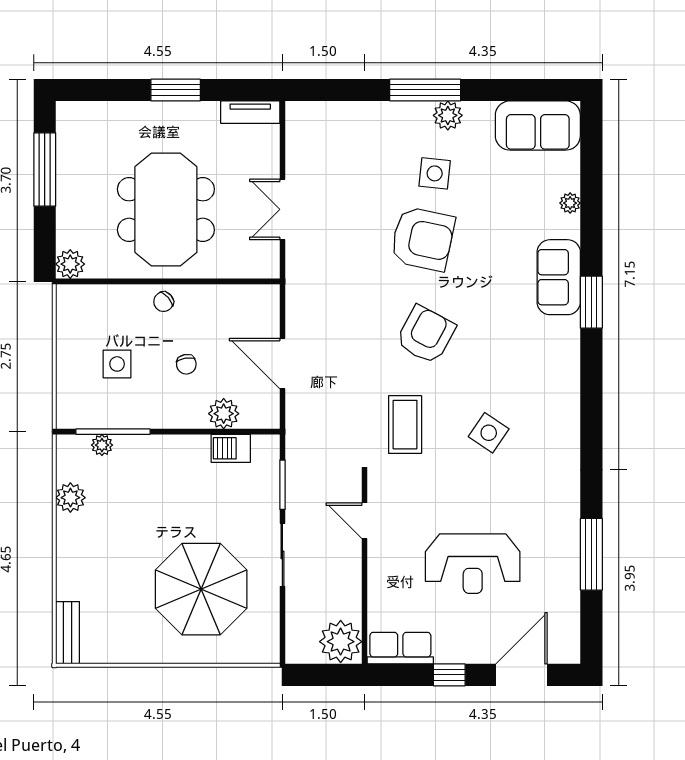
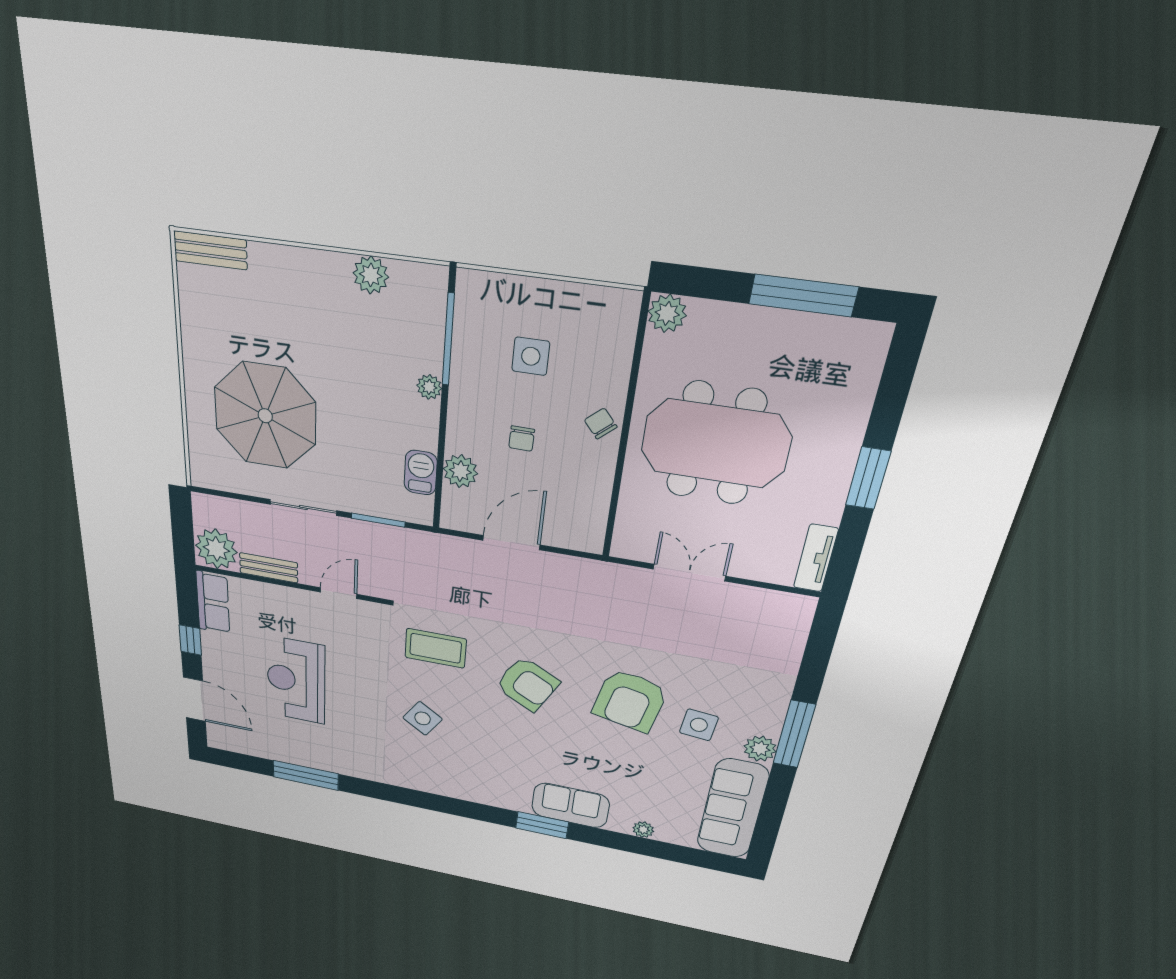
sofa: (538, 126) -> (732, 809), width x1.36
chair: (186, 364) -> (522, 439), turned -79
plant: (102, 445) -> (429, 387), moved
bench: (351, 590) -> (269, 568), added

